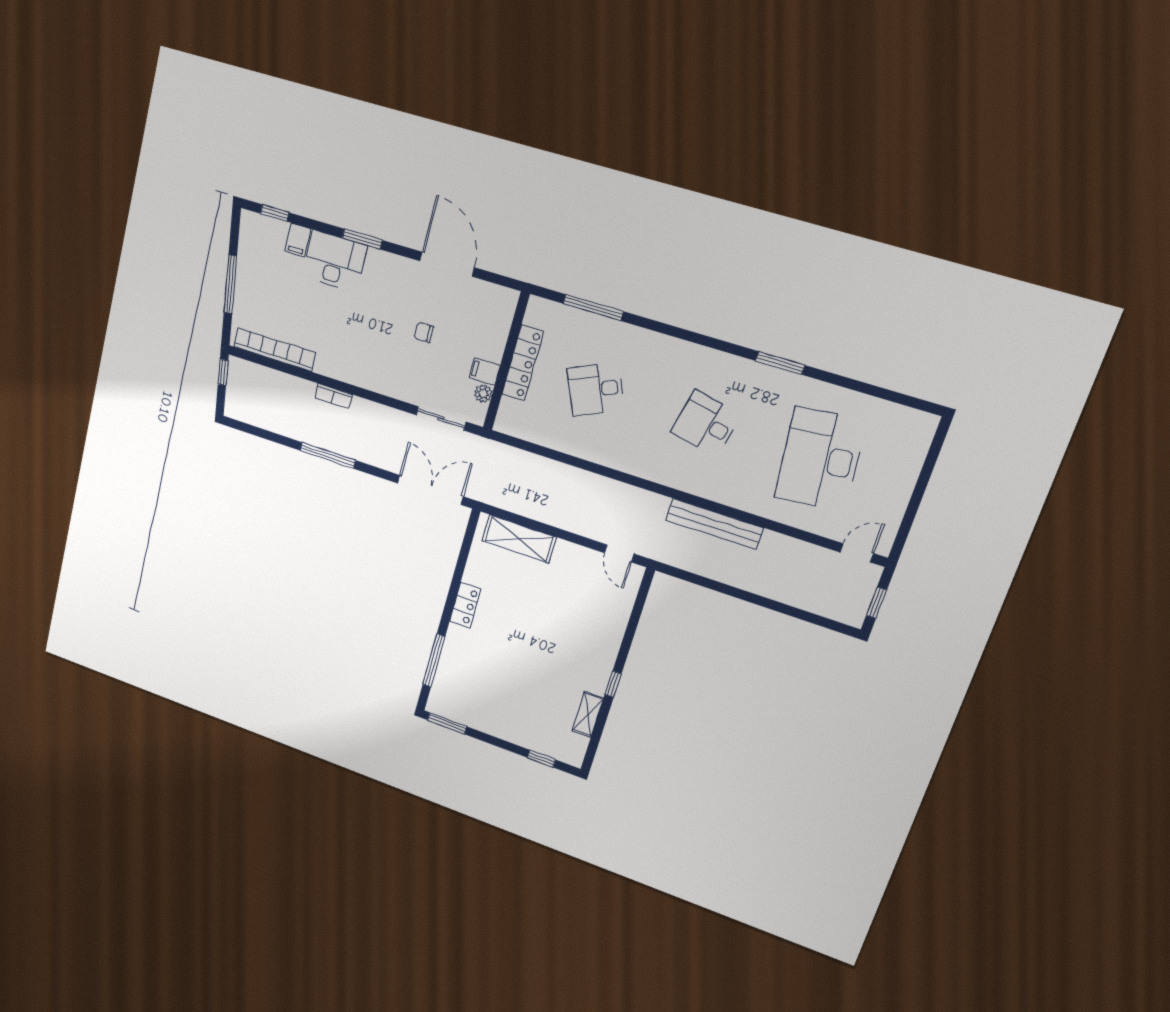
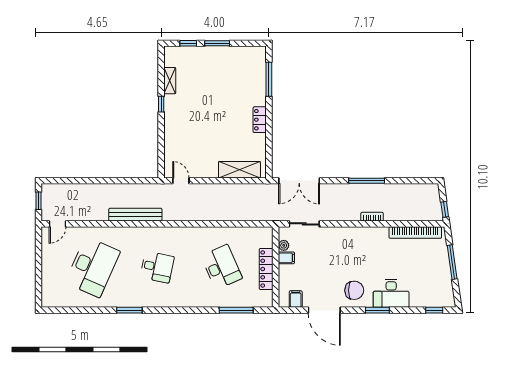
filing cabinet: (298, 240) -> (296, 299), moved
chair: (424, 332) -> (354, 290), moved, width x1.87, depth x1.87
desk: (596, 389) -> (222, 267), width x1.37
desk: (820, 459) -> (93, 267), turned 30
window: (447, 723) -> (217, 43), moved

